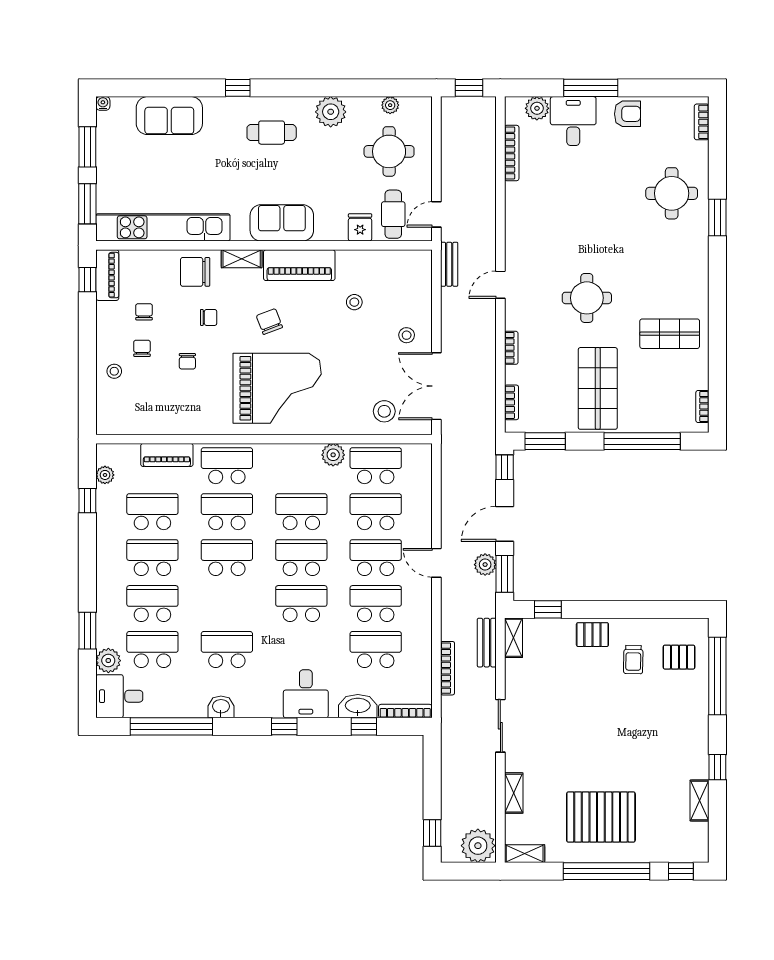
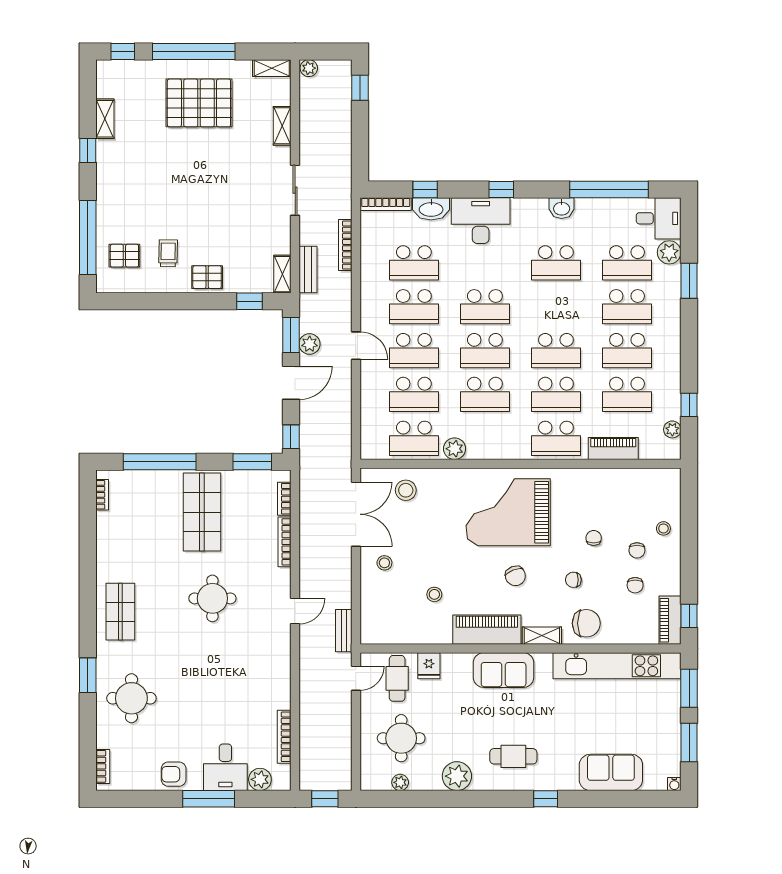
shop shelf: (670, 334) -> (120, 612), moved, turned 90
bookcase: (511, 348) -> (285, 542), width x1.56
desk: (306, 694) -> (481, 221), width x1.37
plant: (478, 846) -> (309, 68), width x0.53, depth x0.53

